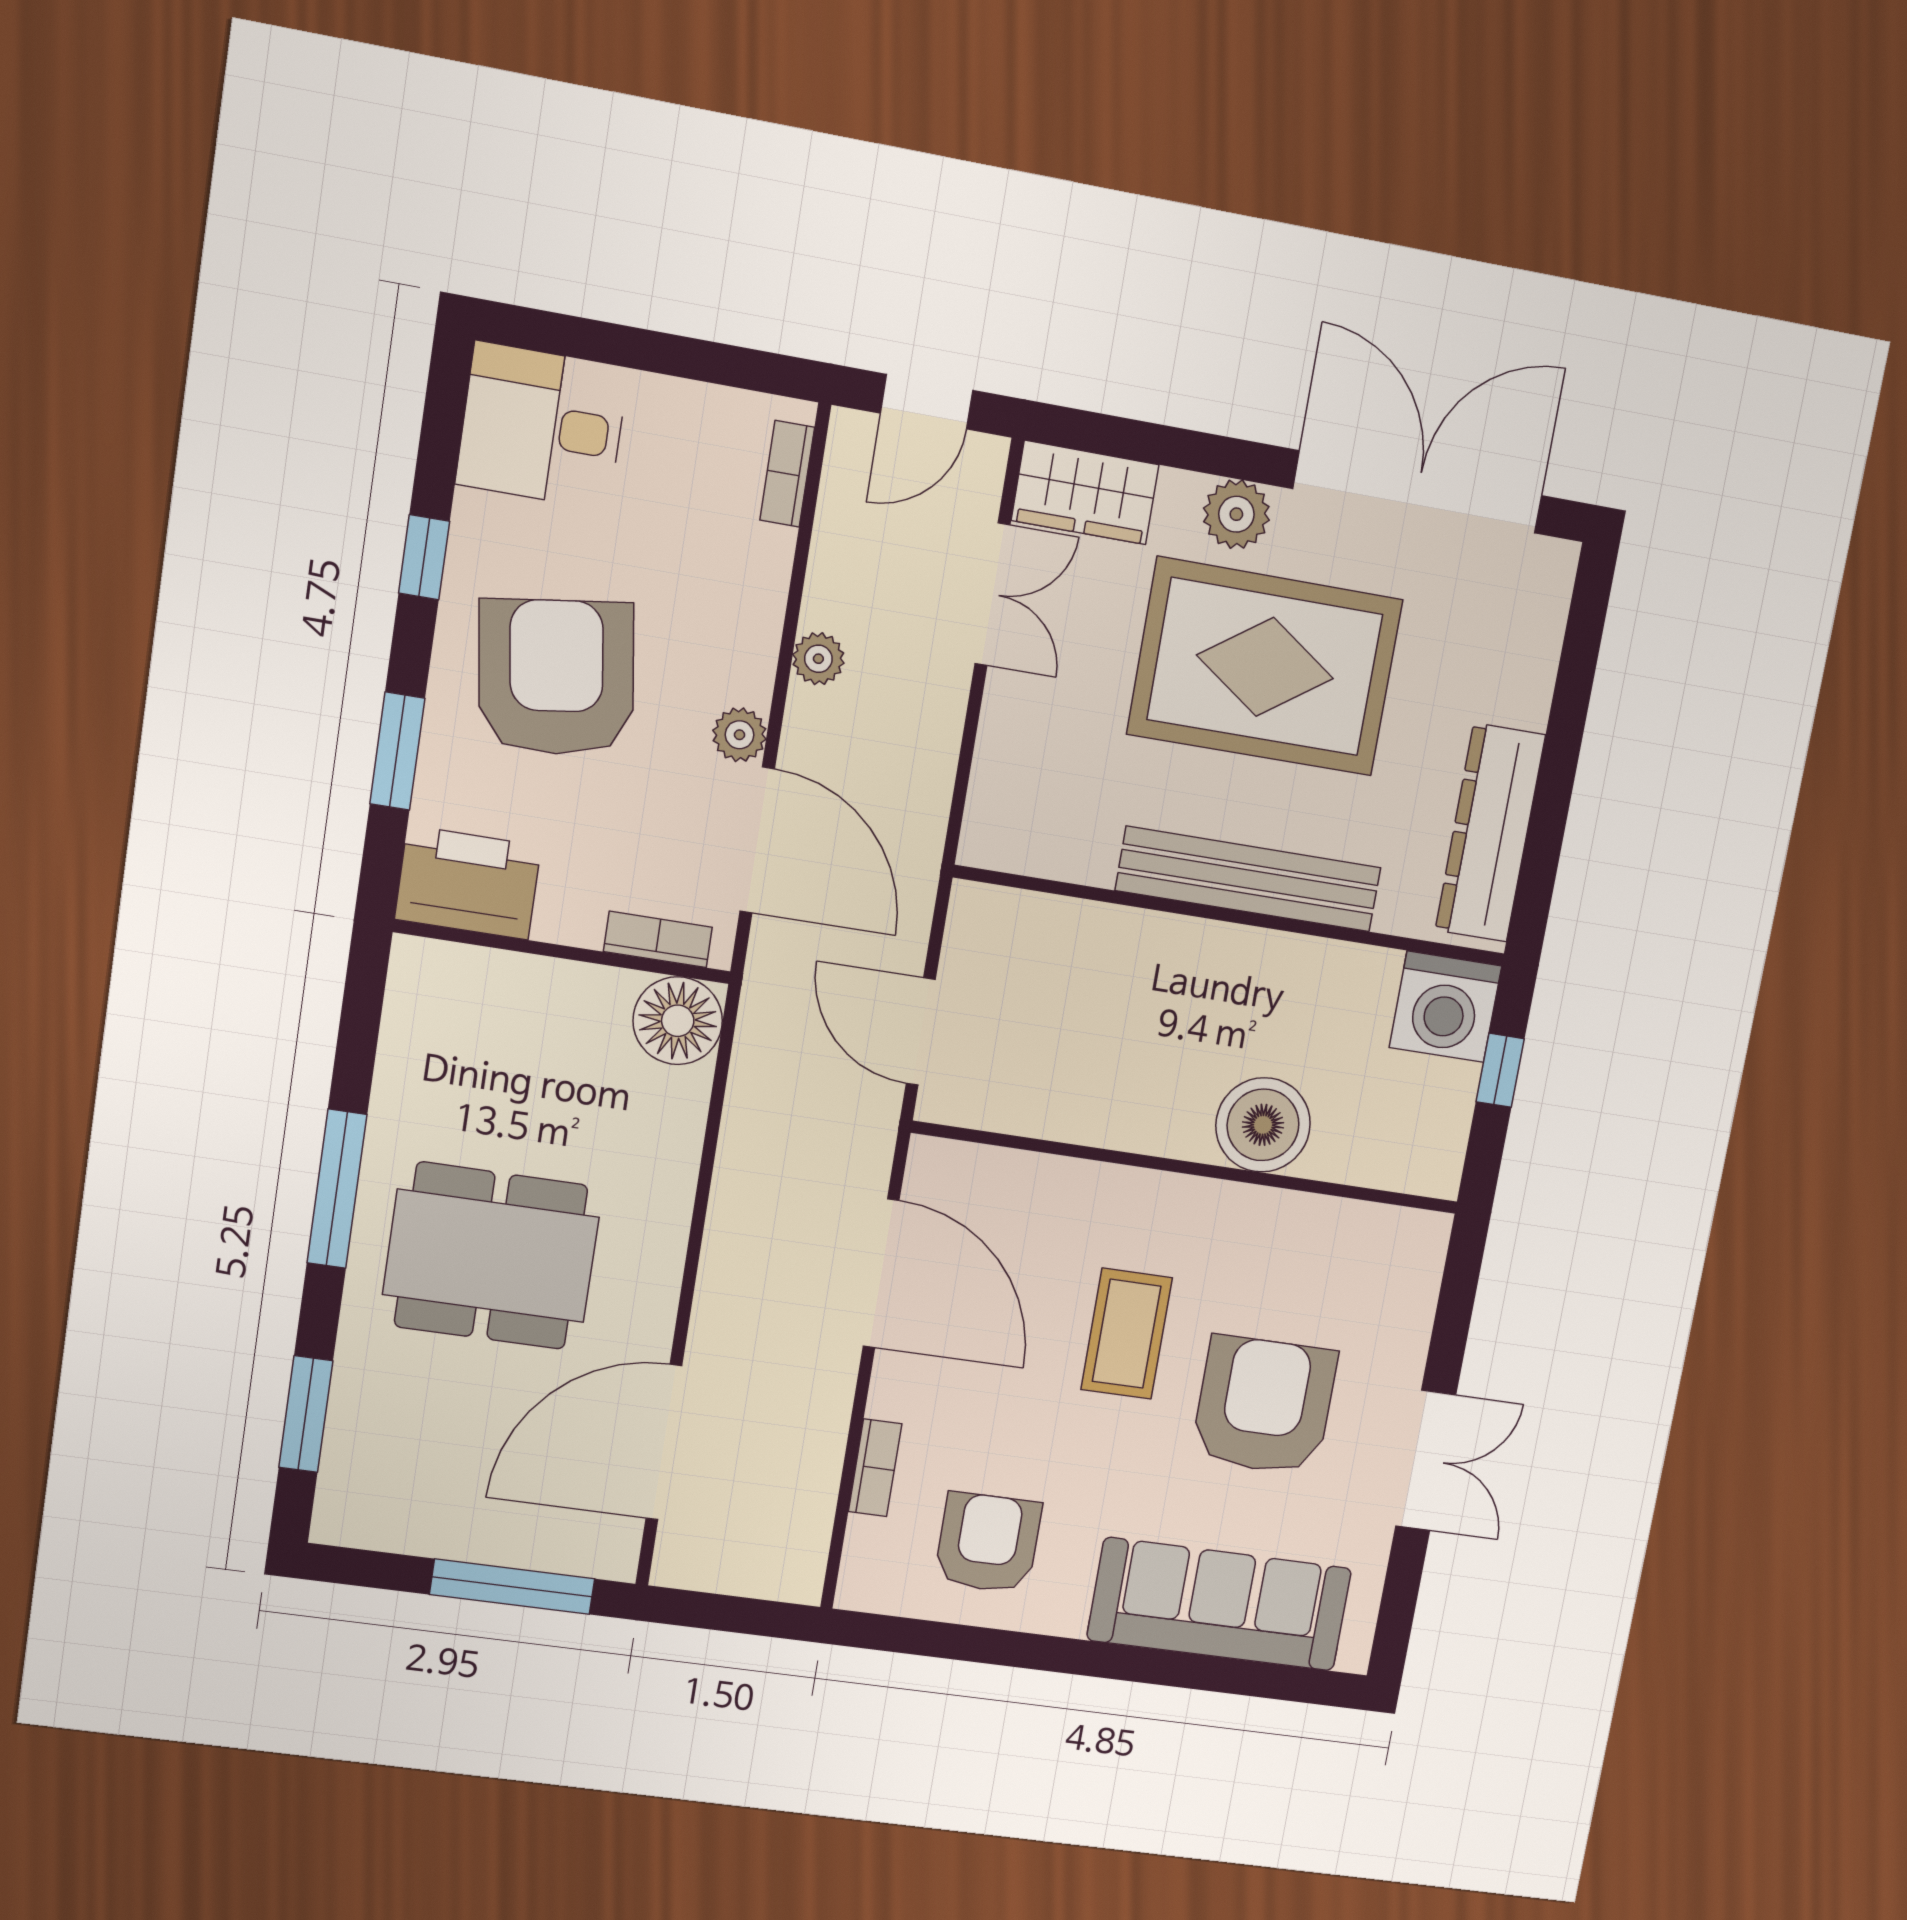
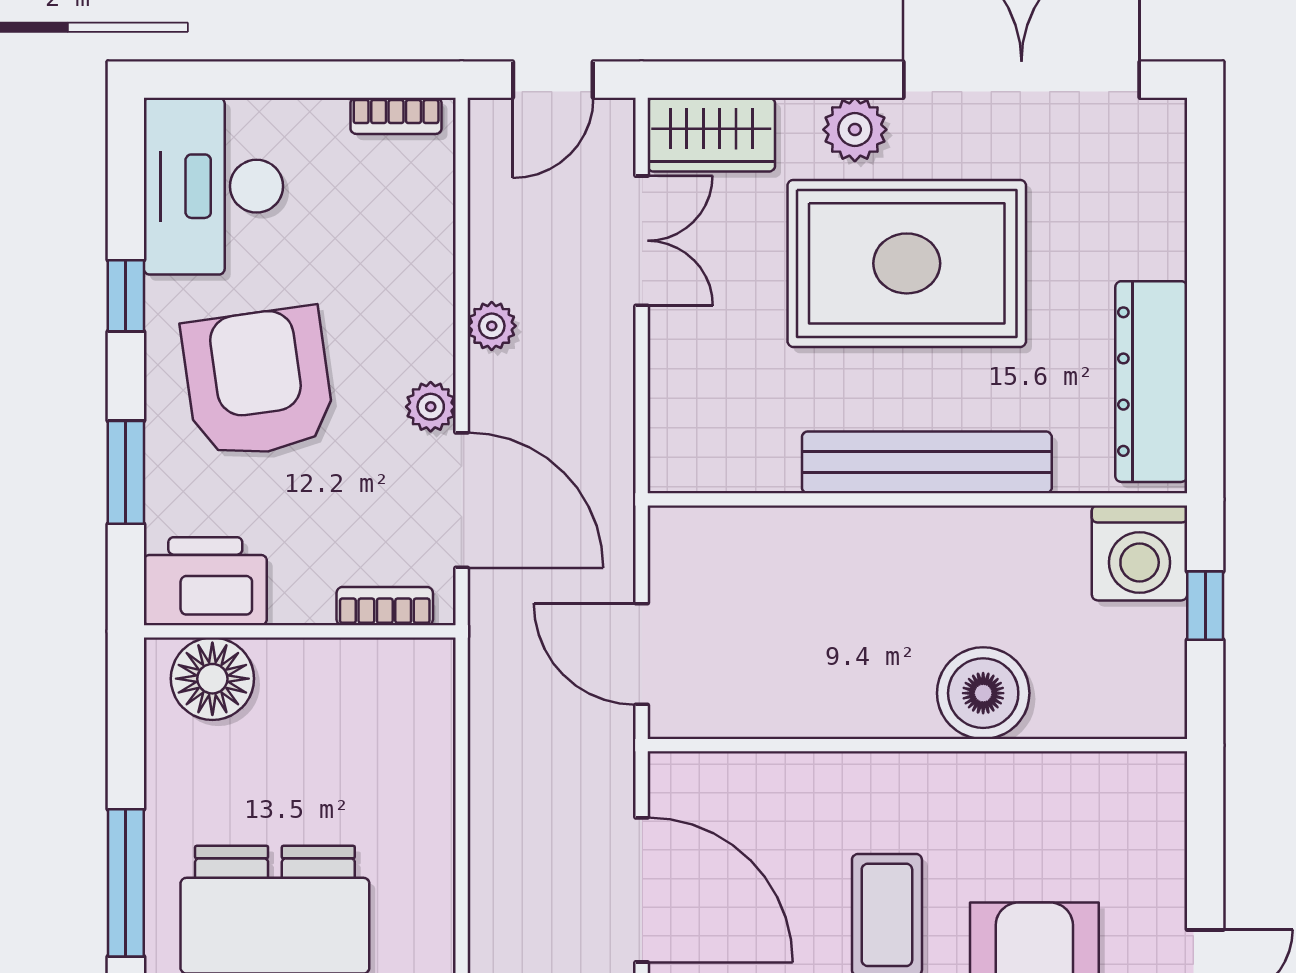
desk: (542, 426) -> (213, 186), width x1.37
bookcase: (787, 474) -> (396, 116), moved, turned -90
floor lamp: (678, 1021) -> (212, 679), moved

